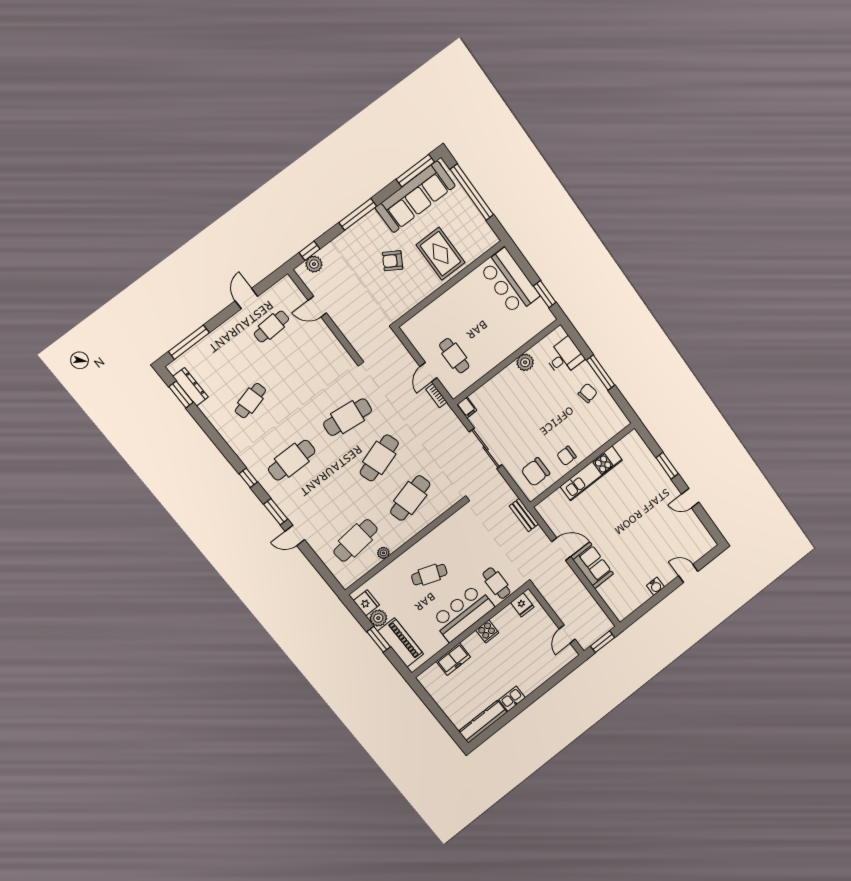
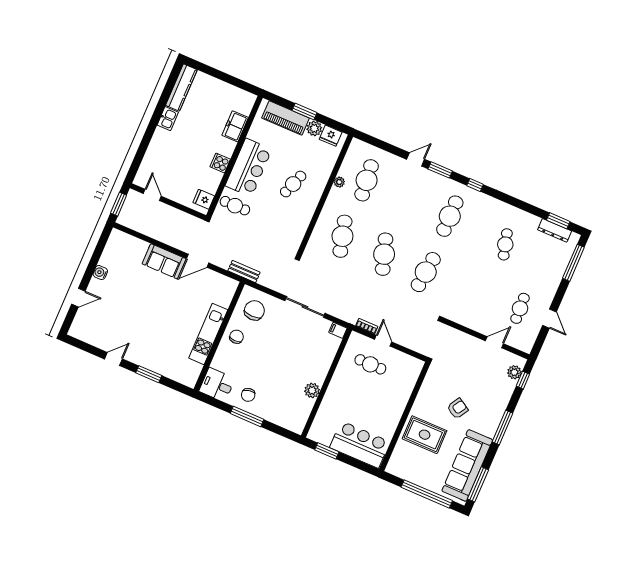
desk: (564, 357) -> (217, 385), moved, turned 90

